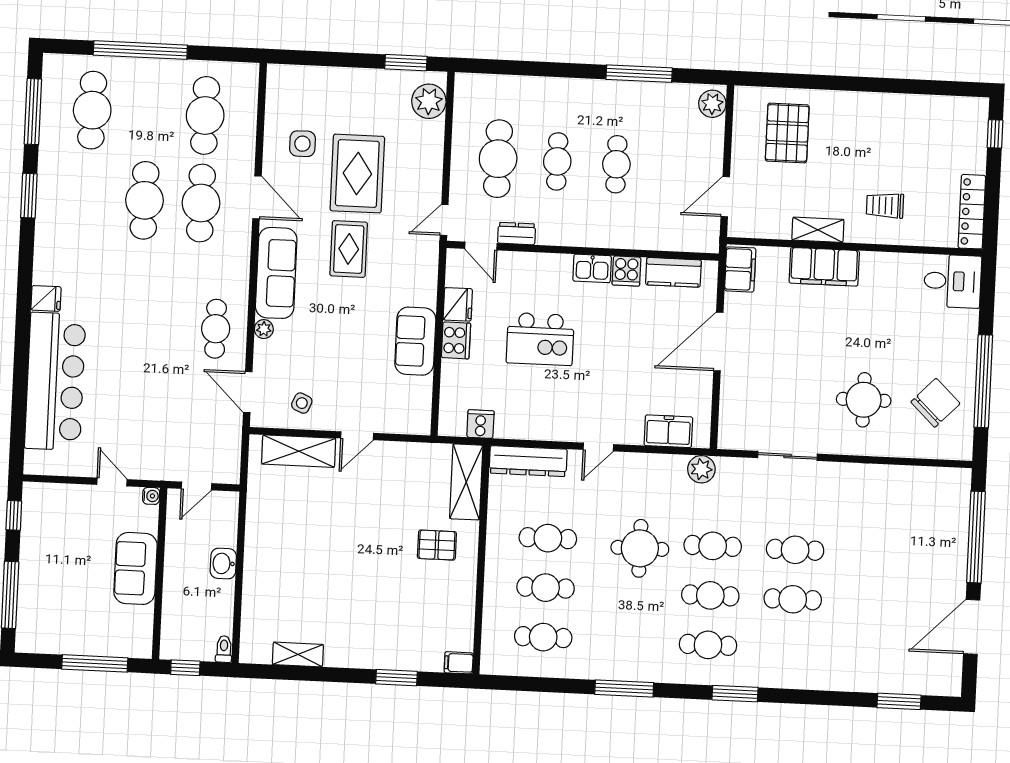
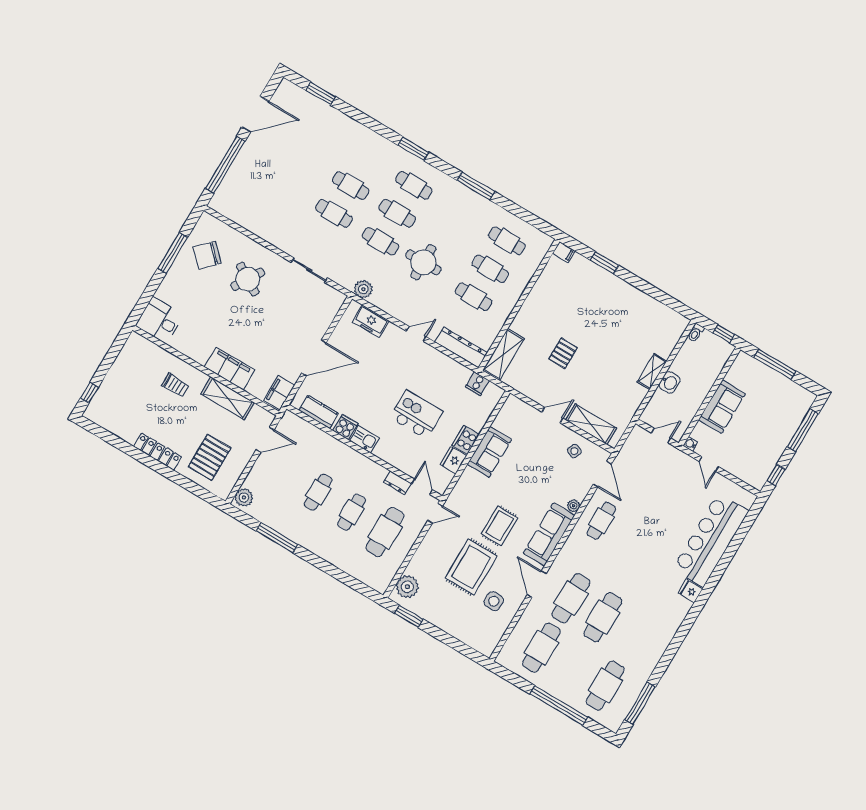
window: (29, 196) -> (668, 656), removed
locker: (972, 212) -> (157, 452), moved, turned -90
shelving: (818, 230) -> (228, 398), width x1.50, depth x1.33
window: (983, 381) -> (173, 253), width x0.68
round table: (864, 400) -> (248, 279), turned 31
pallet: (437, 545) -> (563, 353), moved, turned 90
shelving: (298, 654) -> (652, 372), moved, turned 90

